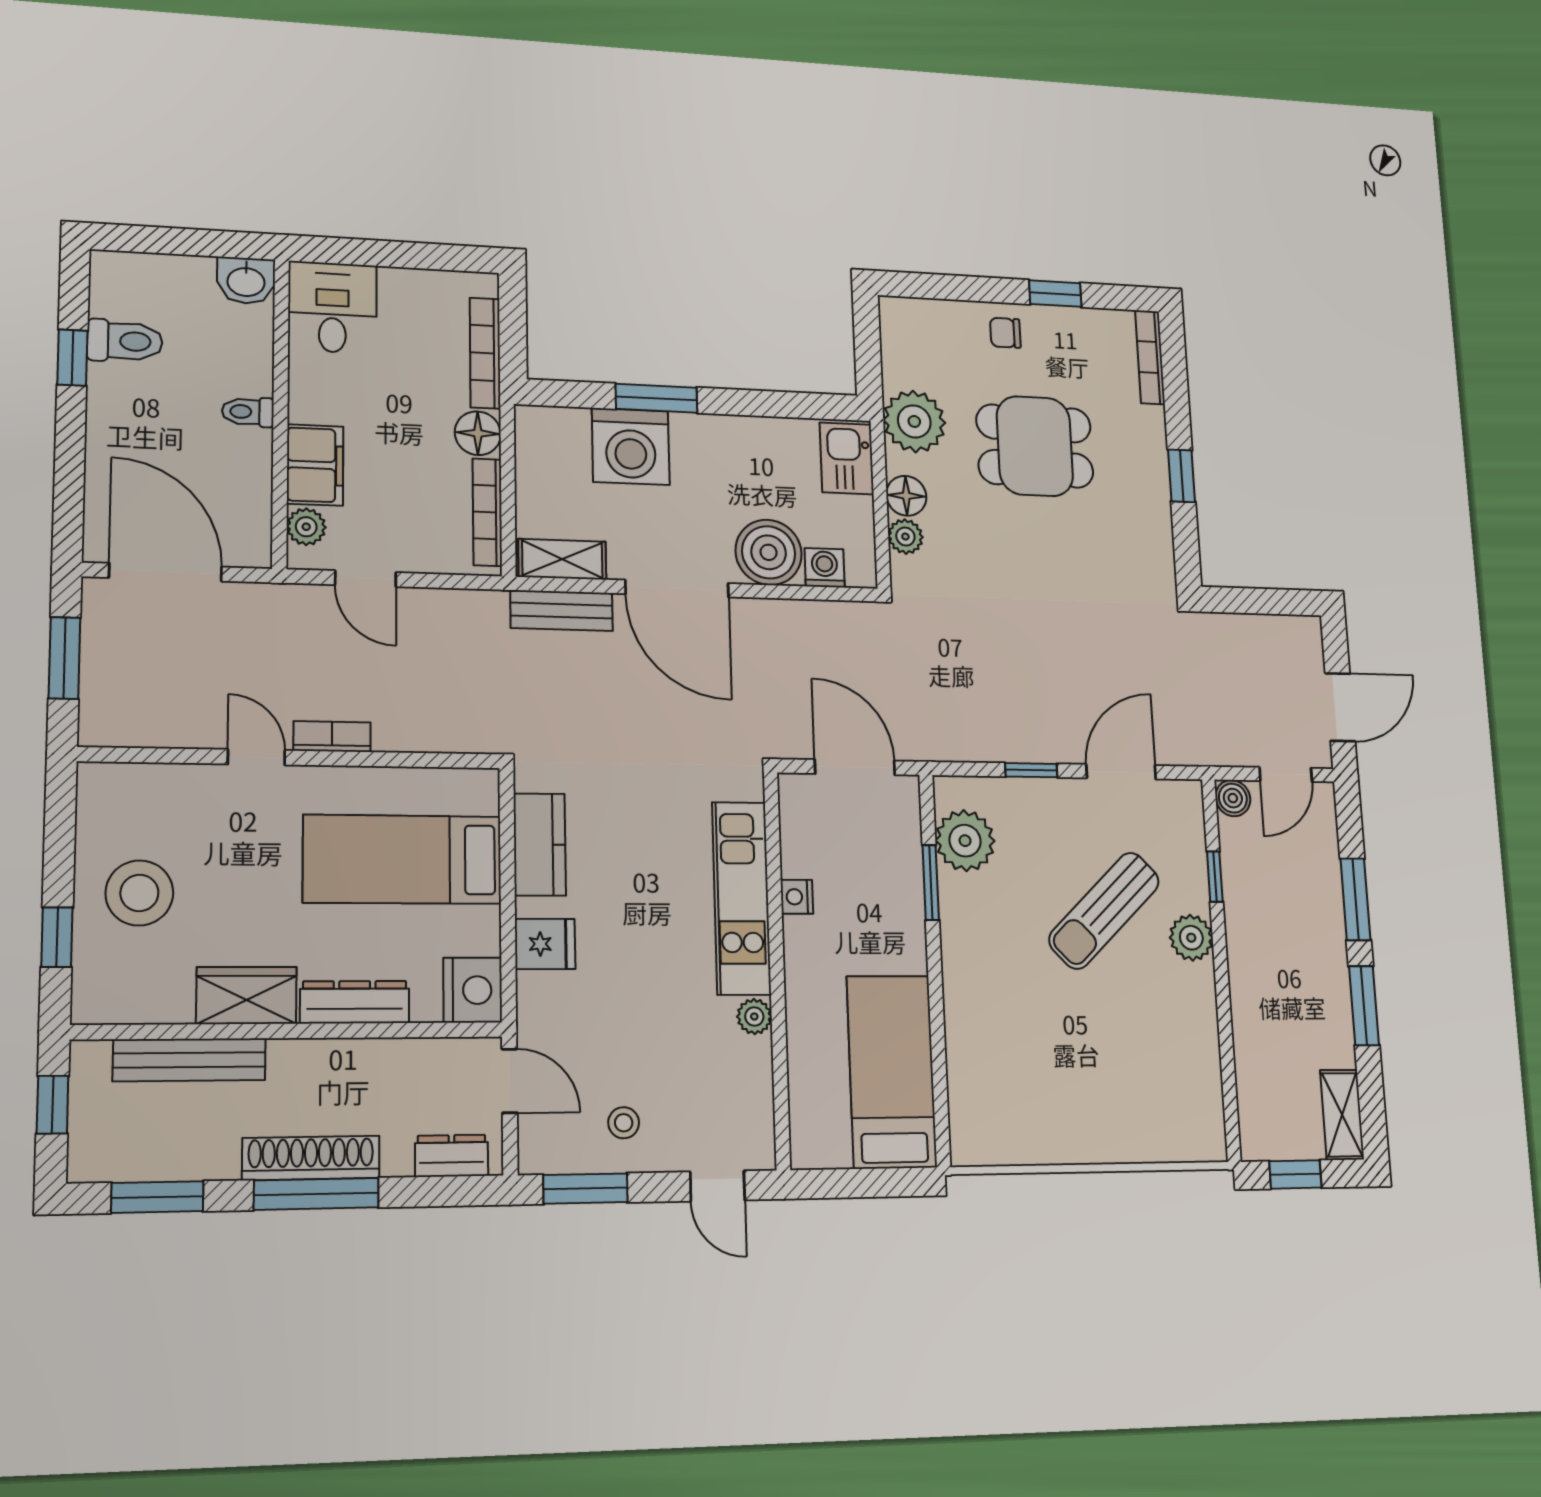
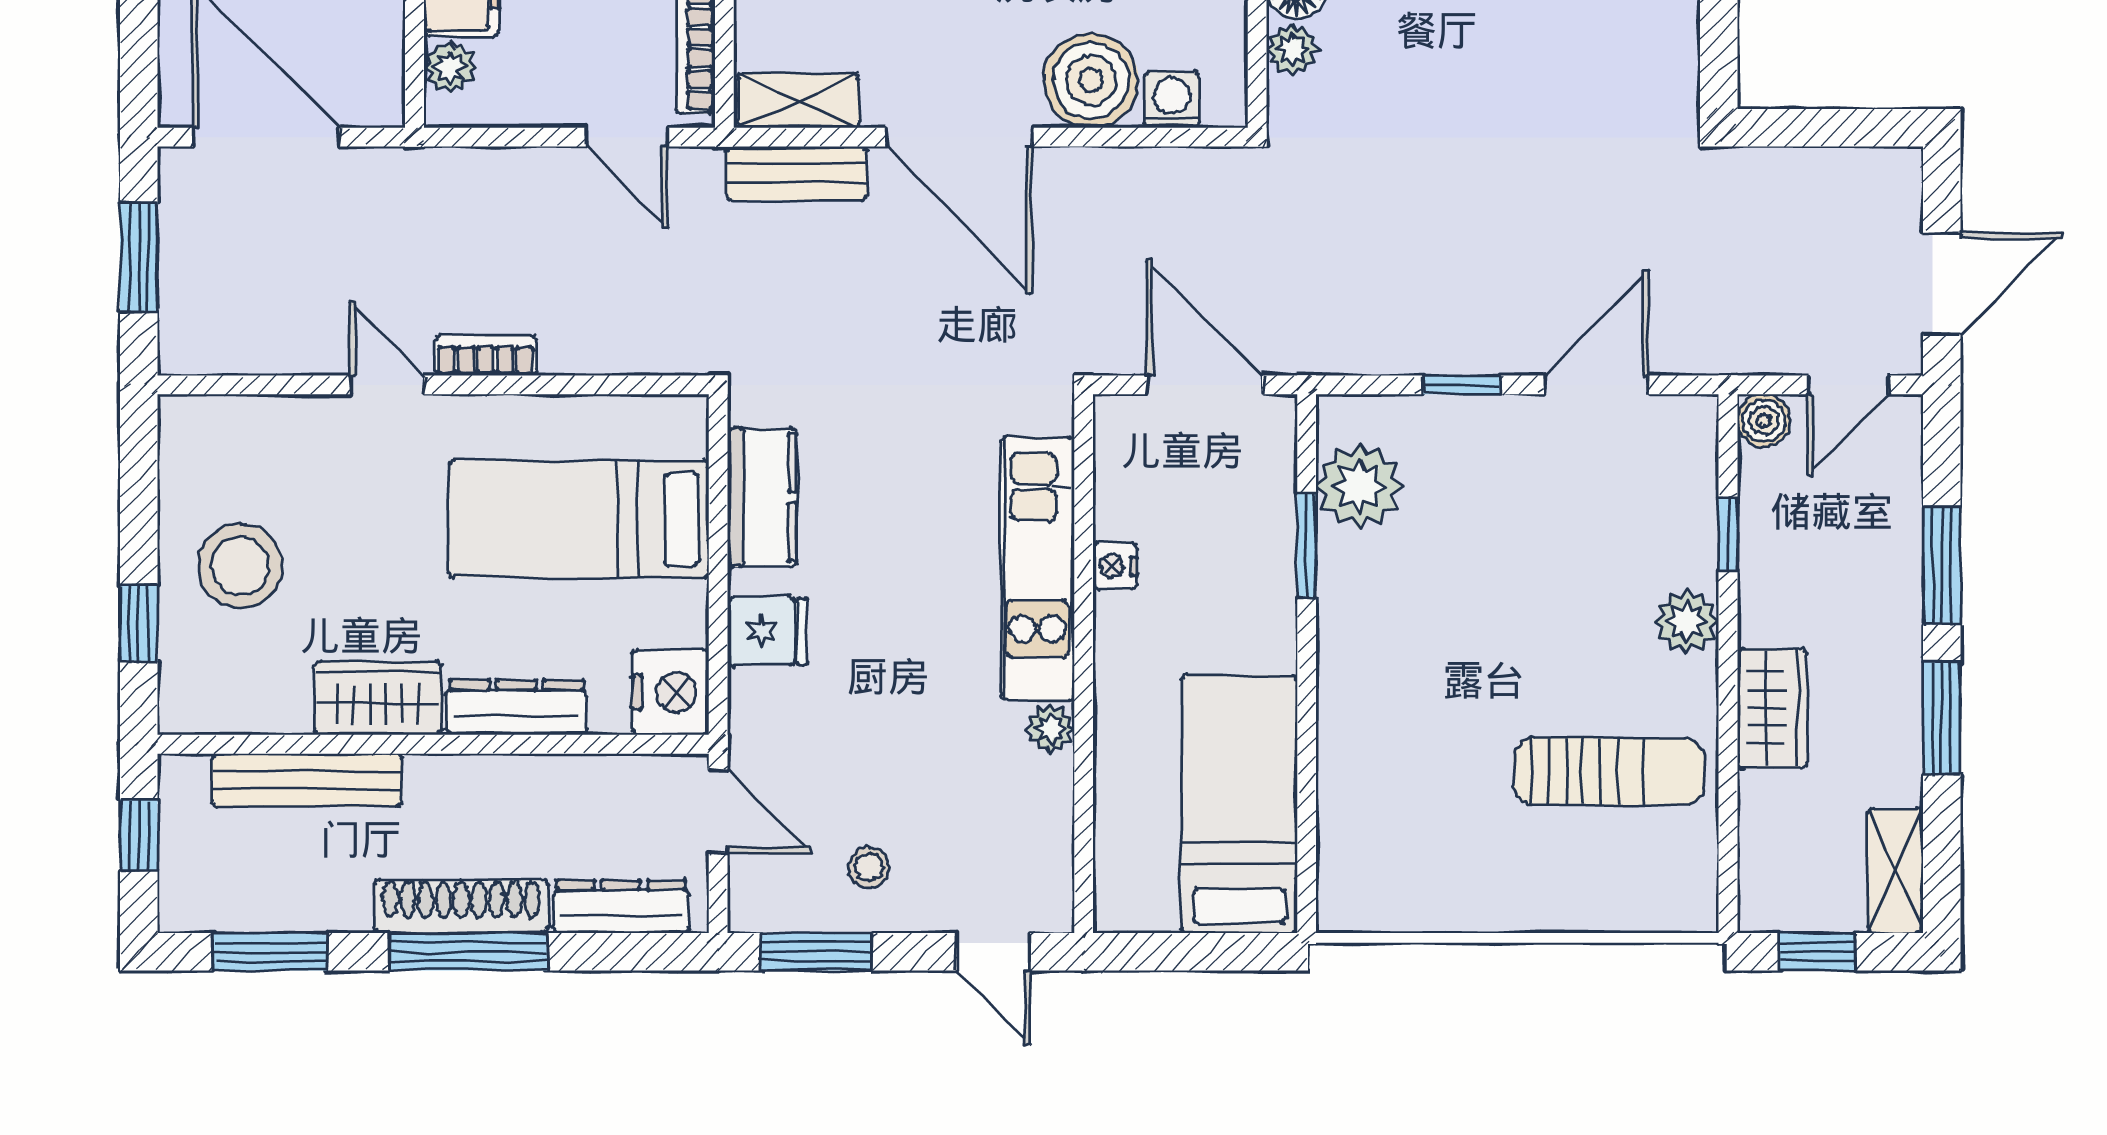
door: (366, 579) -> (627, 137), moved
sun lounger: (1104, 911) -> (1609, 771), moved, turned -136
wardrobe: (1252, 1000) -> (1772, 709), added
dresser: (452, 1156) -> (621, 907), width x1.44

